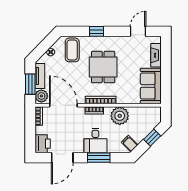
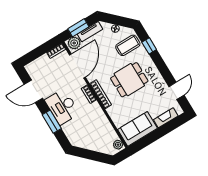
window: (97, 31) -> (149, 46), moved
door: (138, 31) -> (176, 91), hinge flipped
plant: (120, 116) -> (118, 145), moved, width x0.53, depth x0.53
window: (152, 138) -> (95, 156), removed
desk: (95, 141) -> (62, 107), width x1.37
printer: (43, 144) -> (35, 68), removed
filing cabinet: (130, 144) -> (79, 140), removed

